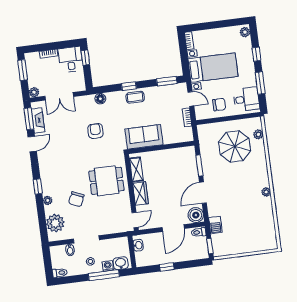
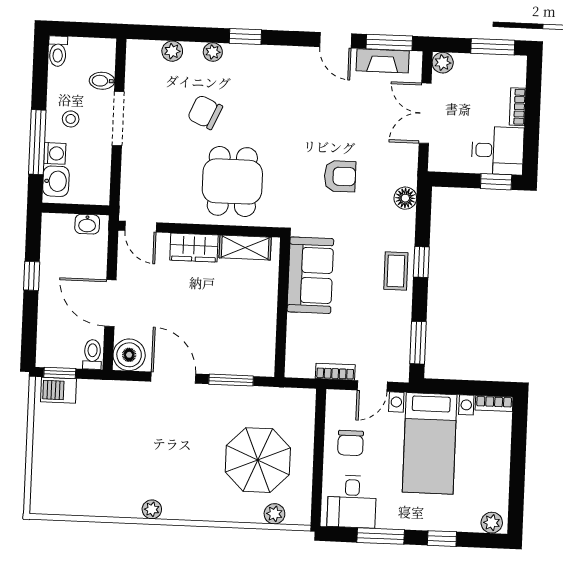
plant: (55, 223) -> (172, 51), width x0.53, depth x0.53
barbecue: (215, 225) -> (59, 390), moved

